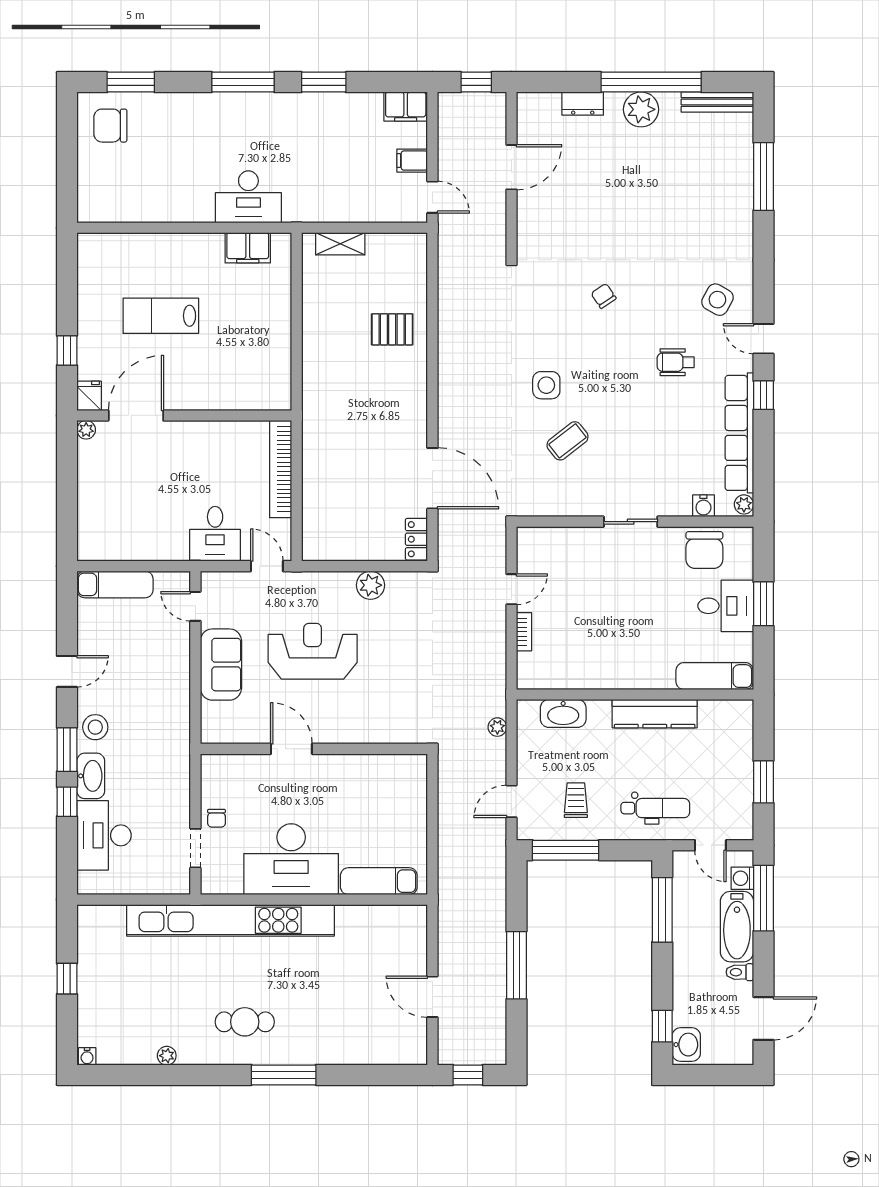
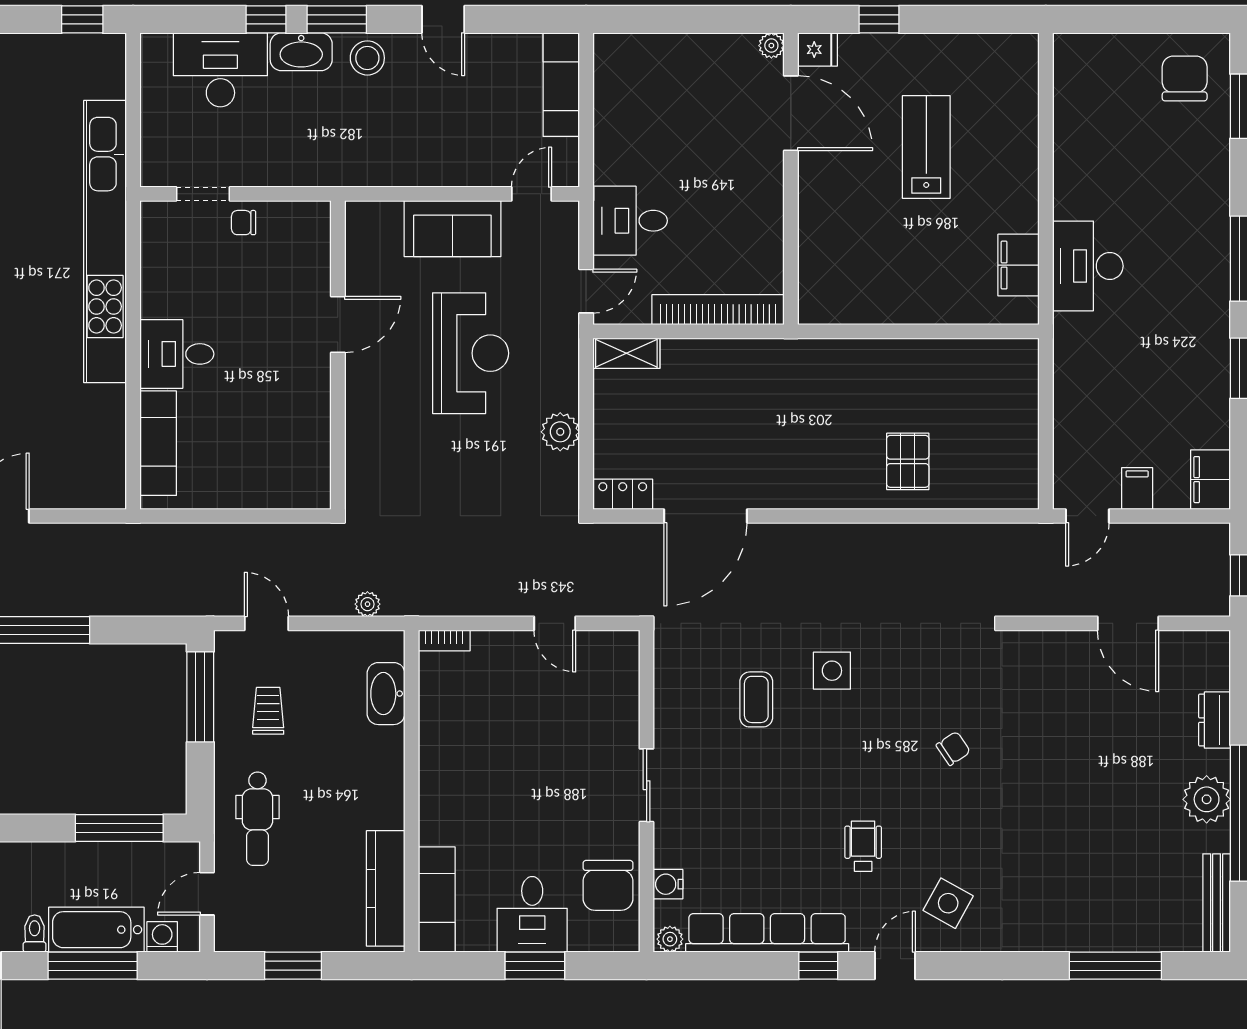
shelving: (340, 244) -> (626, 353), moved, turned 90
coffee table: (568, 441) -> (756, 699), turned 38
chair: (704, 550) -> (608, 885), turned -90
bookcase: (524, 632) -> (444, 640), moved
kitchen counter: (655, 714) -> (386, 888), moved
trolley: (576, 800) -> (268, 711), turned -90
desk: (291, 859) -> (177, 354), width x0.53, depth x0.77
window: (763, 898) -> (93, 966), moved
window: (67, 979) -> (82, 19), moved

